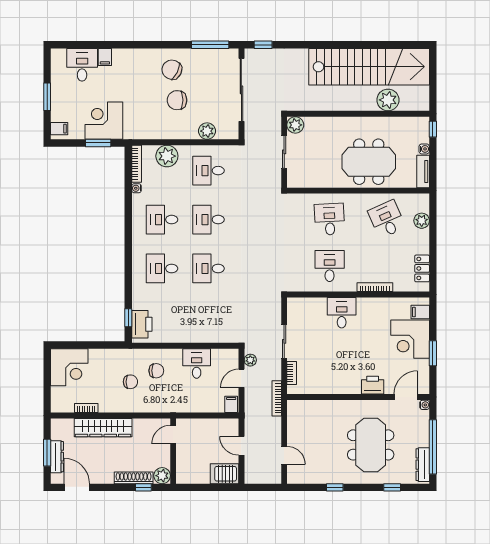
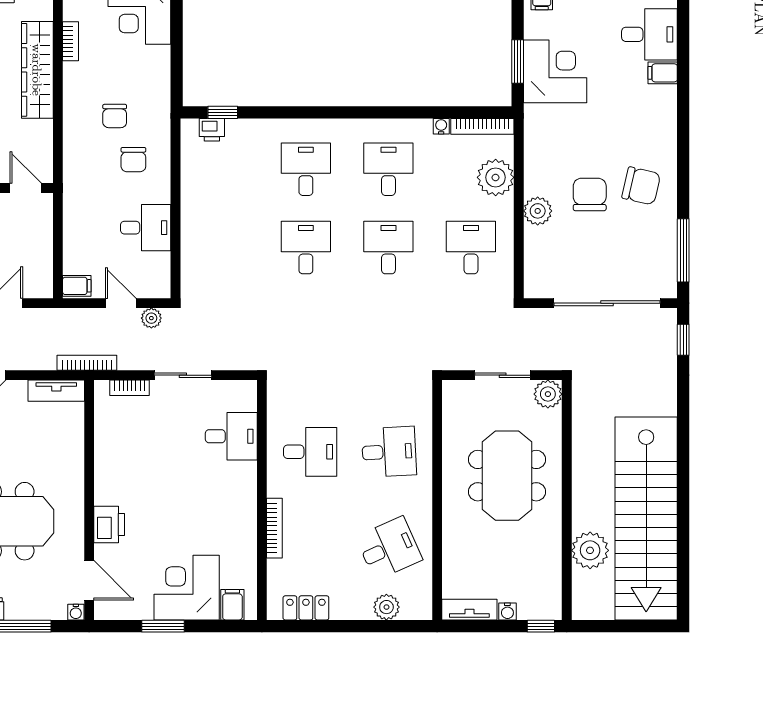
chair: (172, 70) -> (641, 186), turned 77
plant: (207, 131) -> (538, 211), moved
meeting table: (369, 162) -> (507, 476), moved
desk: (342, 313) -> (231, 436), moved
printer: (142, 324) -> (212, 130), width x0.53, depth x0.68
tv unit: (293, 416) -> (56, 391), added

